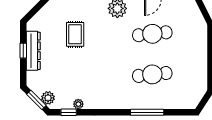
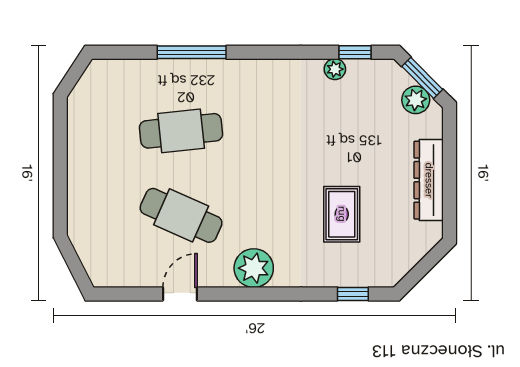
cafe table: (152, 34) -> (181, 215), turned 30
window: (23, 51) -> (449, 180), removed
plant: (48, 98) -> (416, 100), moved

